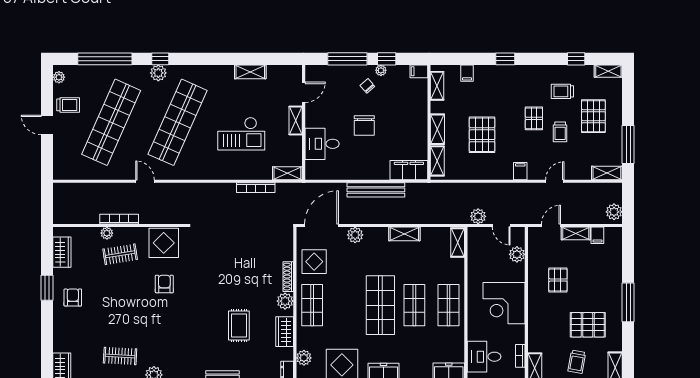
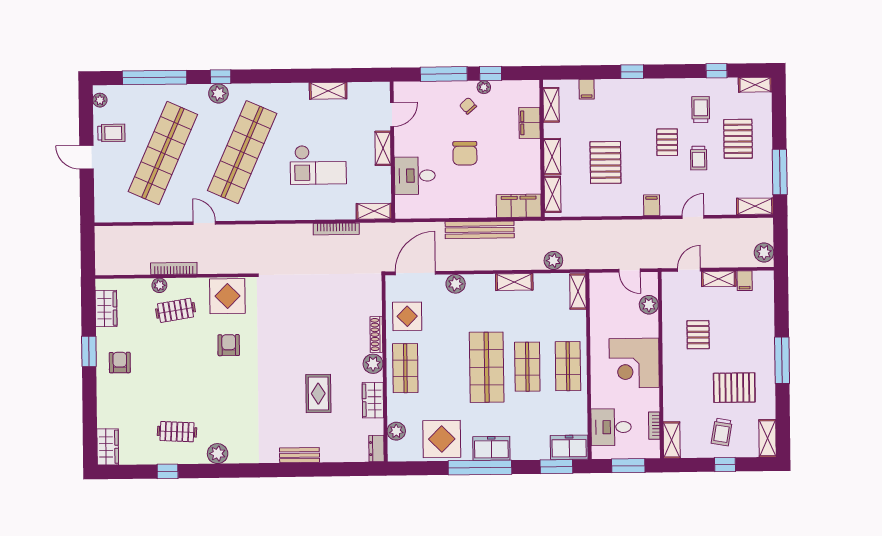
filing cabinet: (419, 71) -> (530, 123), moved, width x2.00
trolley: (562, 91) -> (701, 110), turned 90
plant: (478, 216) -> (553, 260), moved

